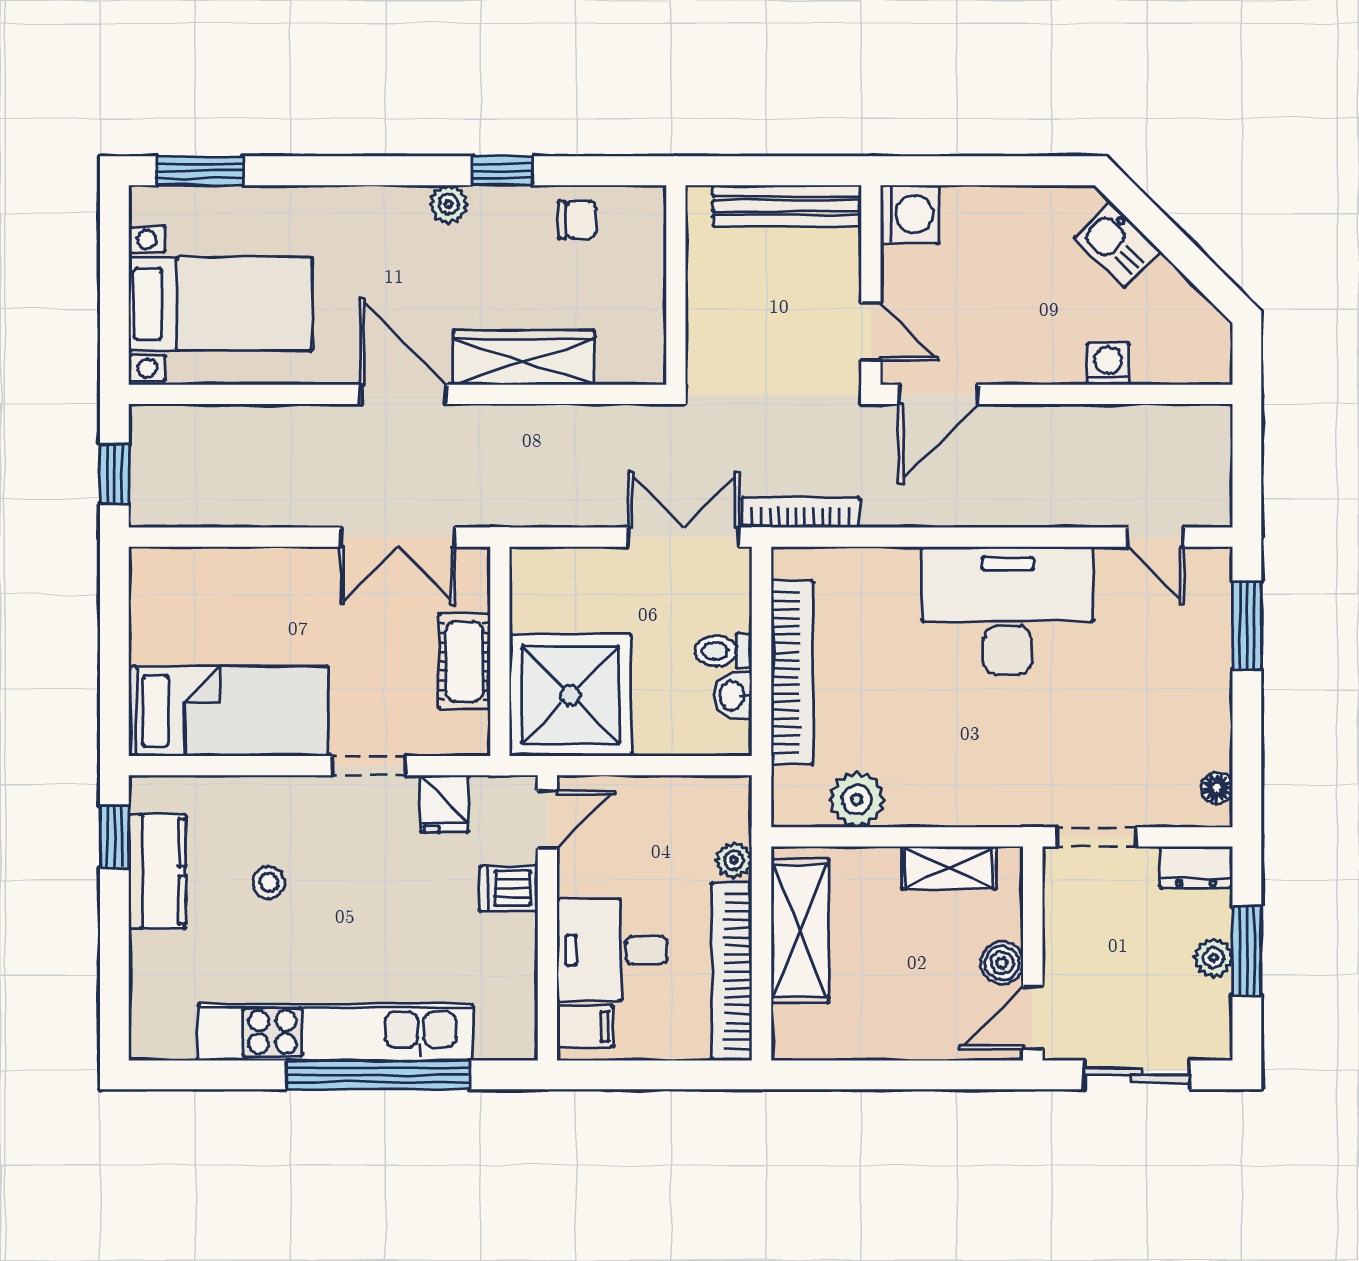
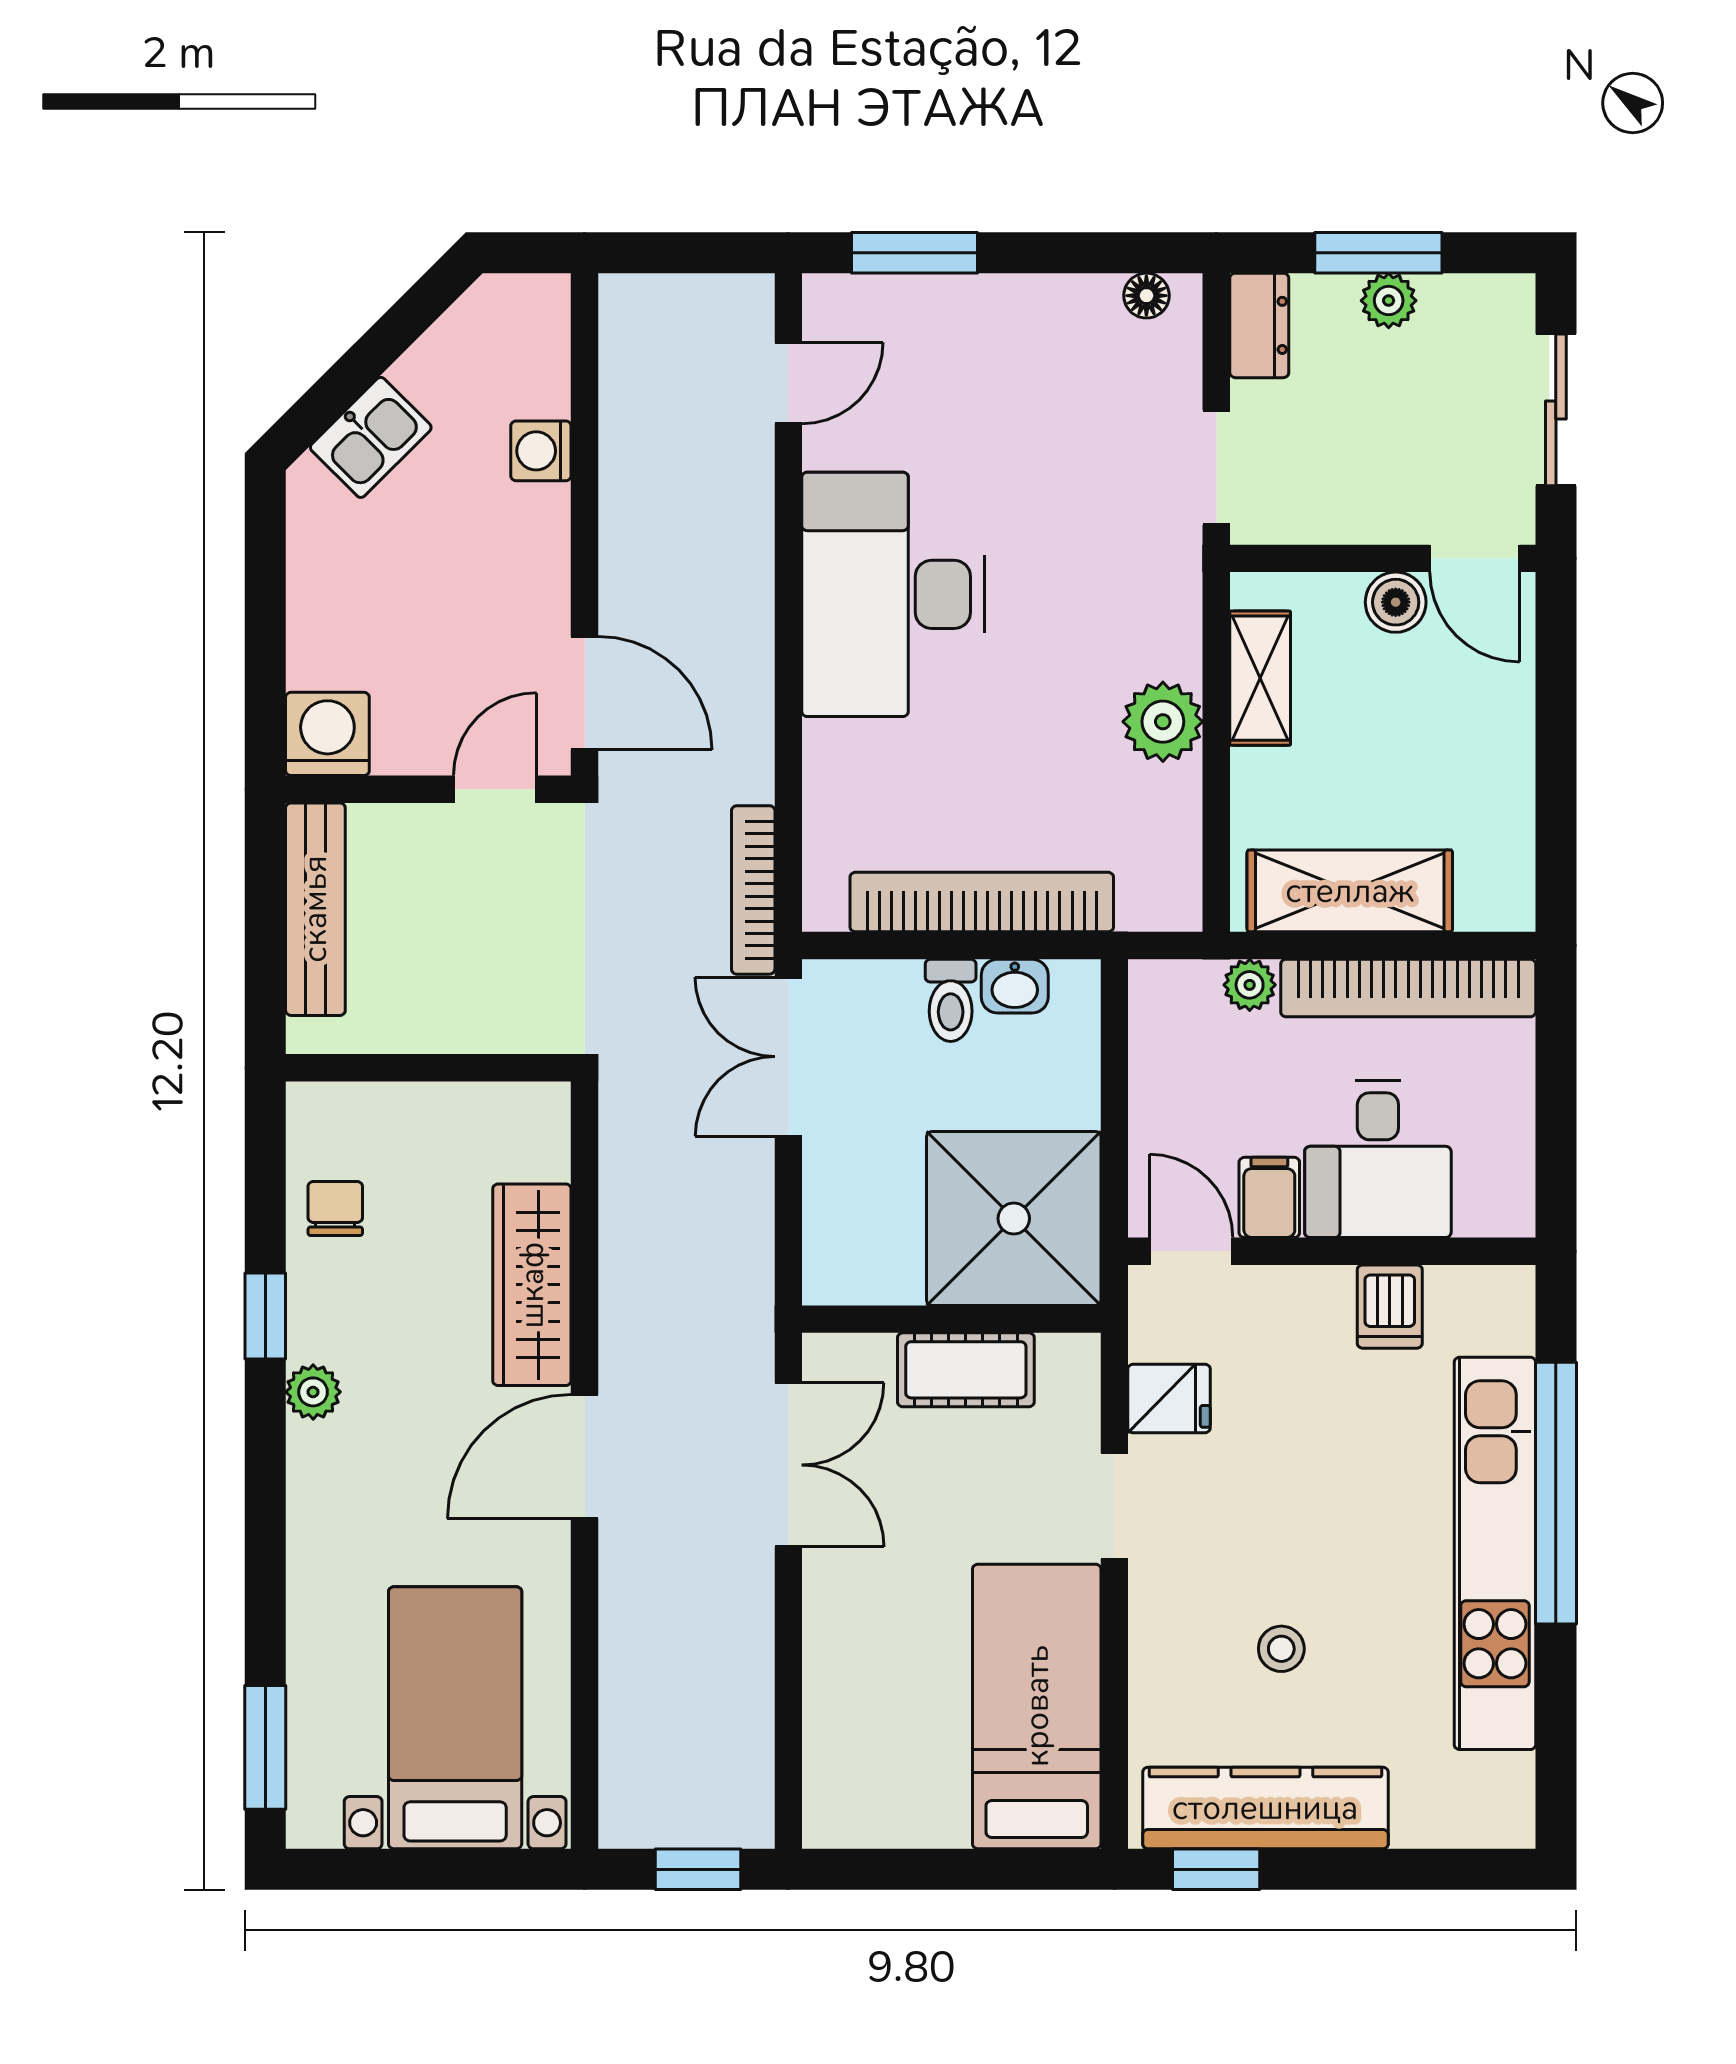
plant: (857, 800) -> (1163, 722), moved
kitchen counter: (157, 871) -> (1265, 1808), width x1.50
dishwasher: (509, 888) -> (1390, 1307), moved
filing cabinet: (585, 1026) -> (1269, 1197), moved

